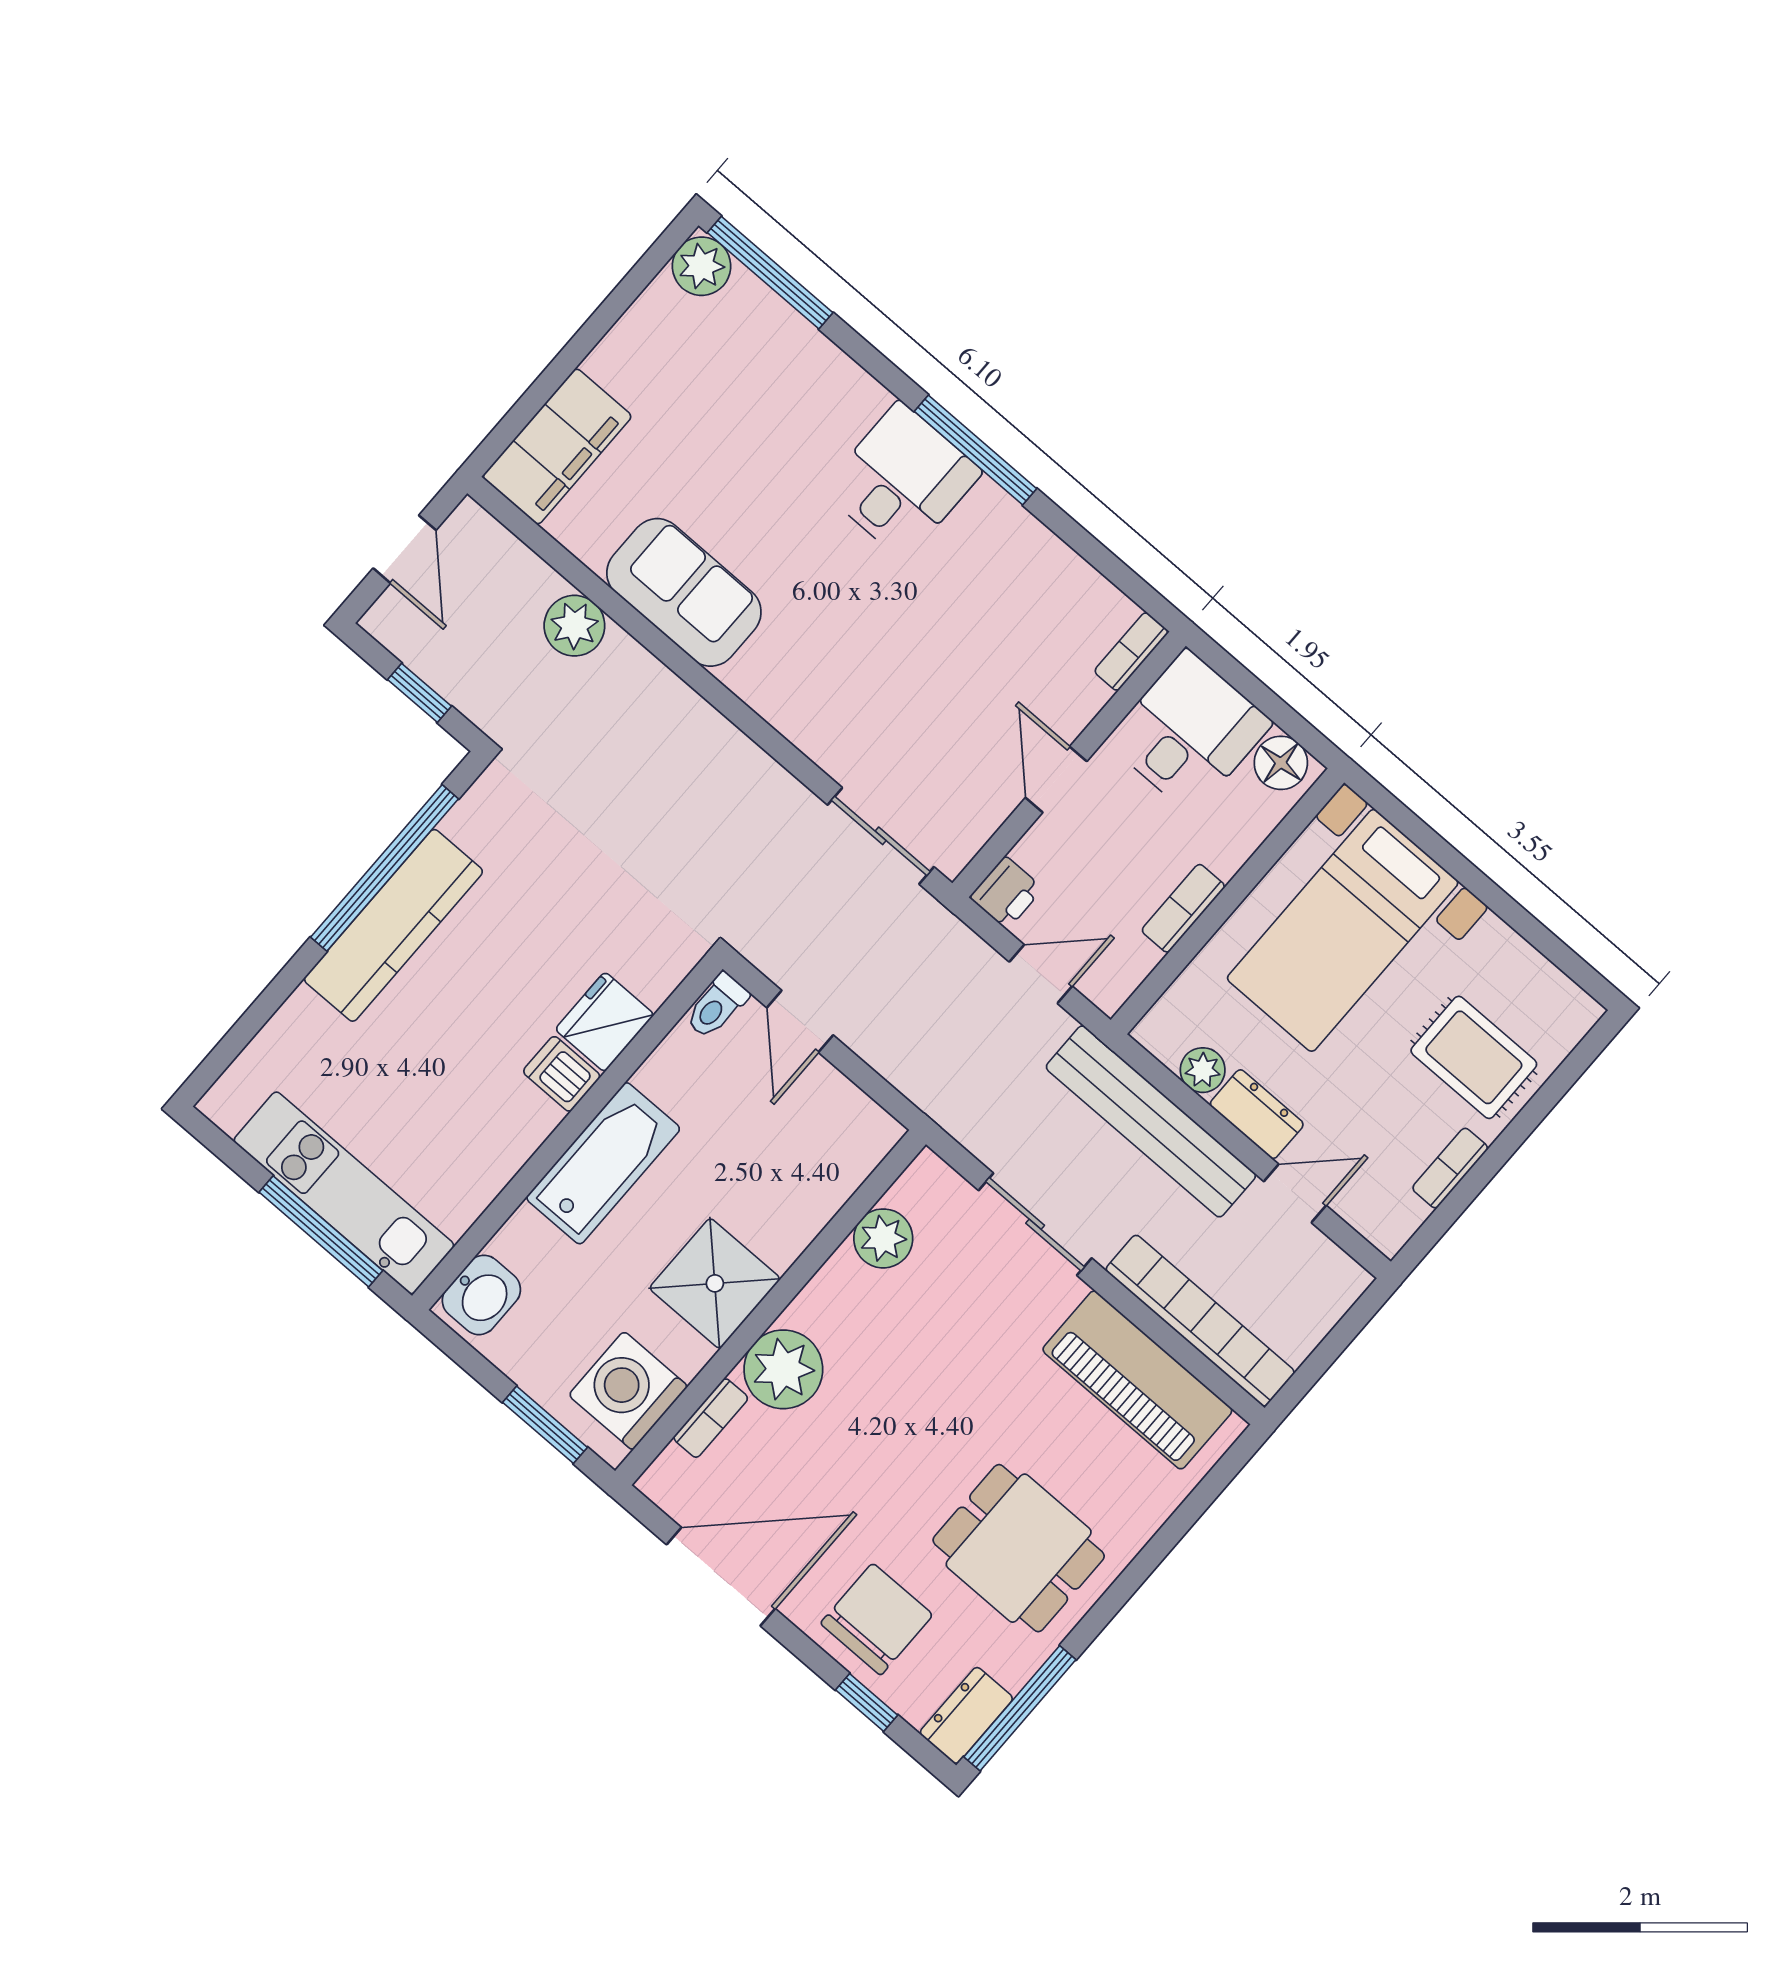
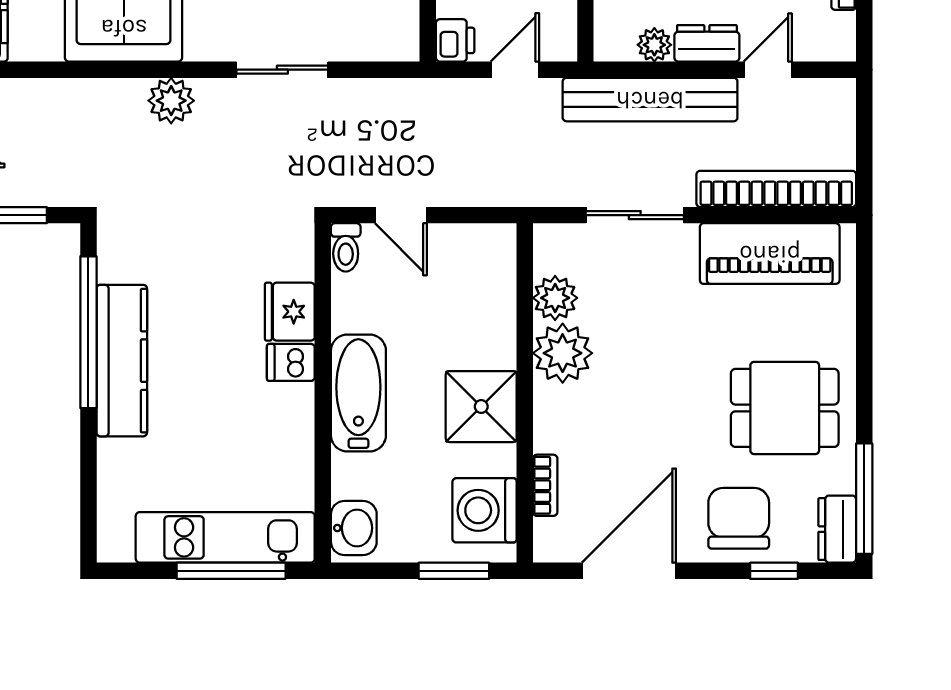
plant: (574, 626) -> (171, 101), moved
sliding door: (881, 836) -> (282, 70), moved
plant: (783, 1369) -> (563, 353), moved

